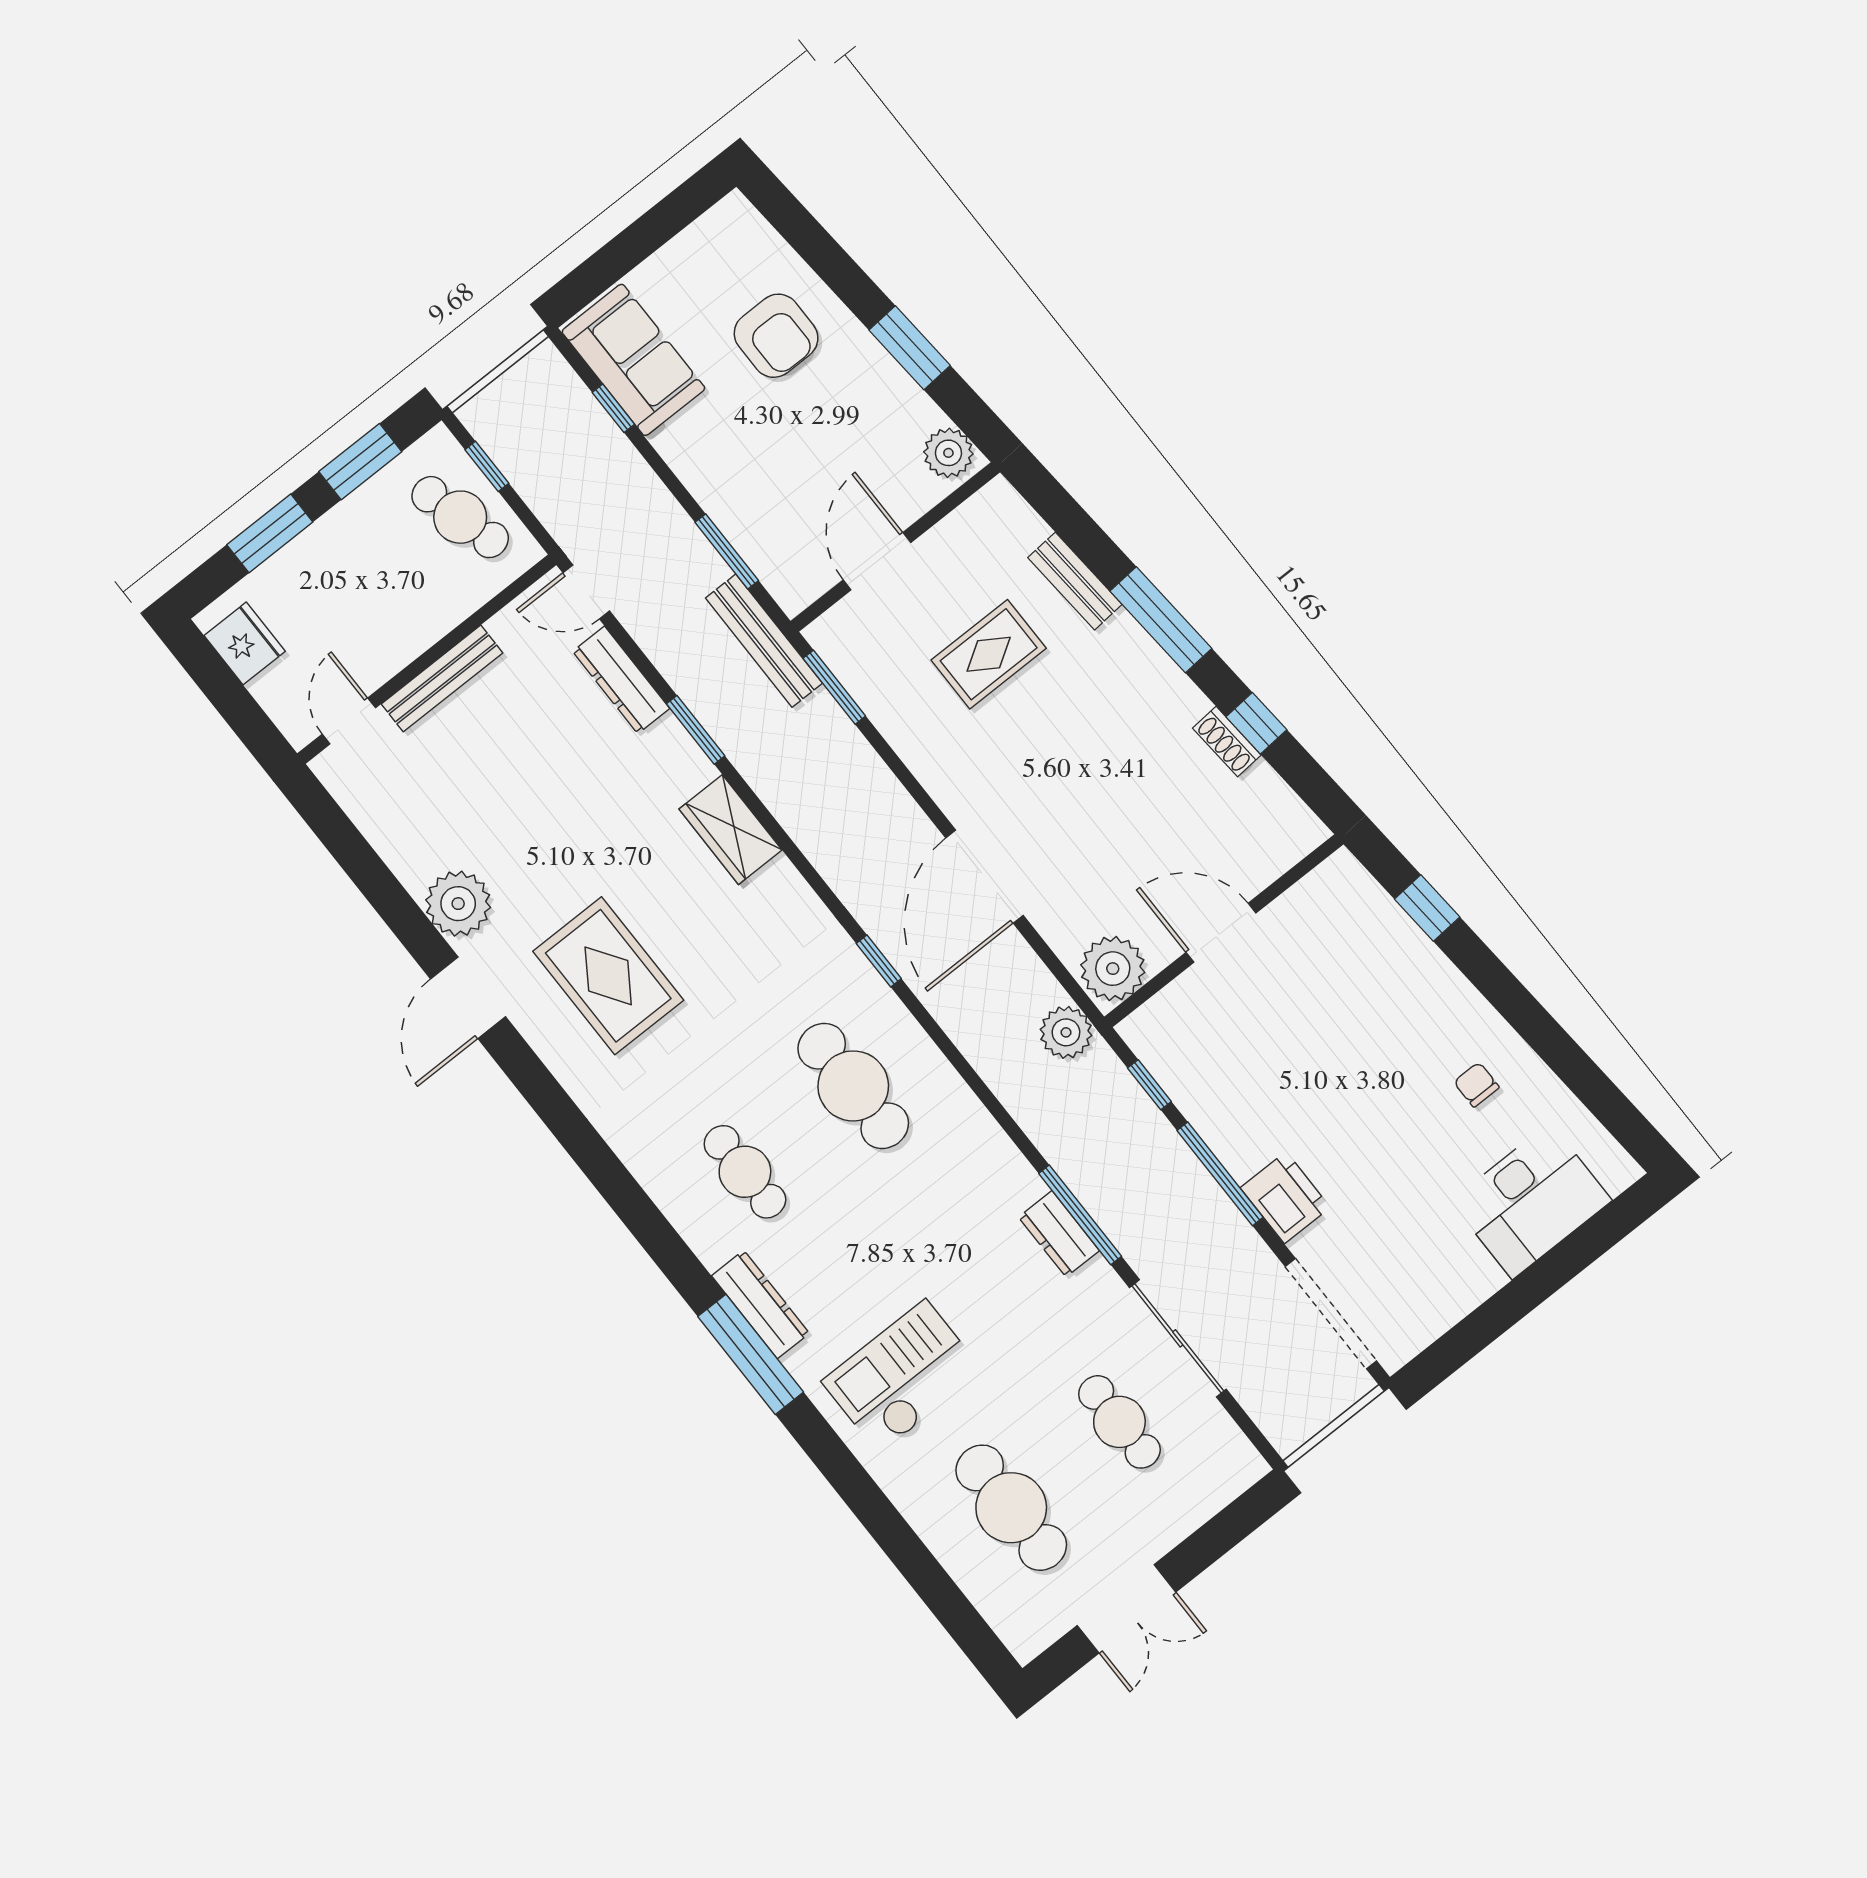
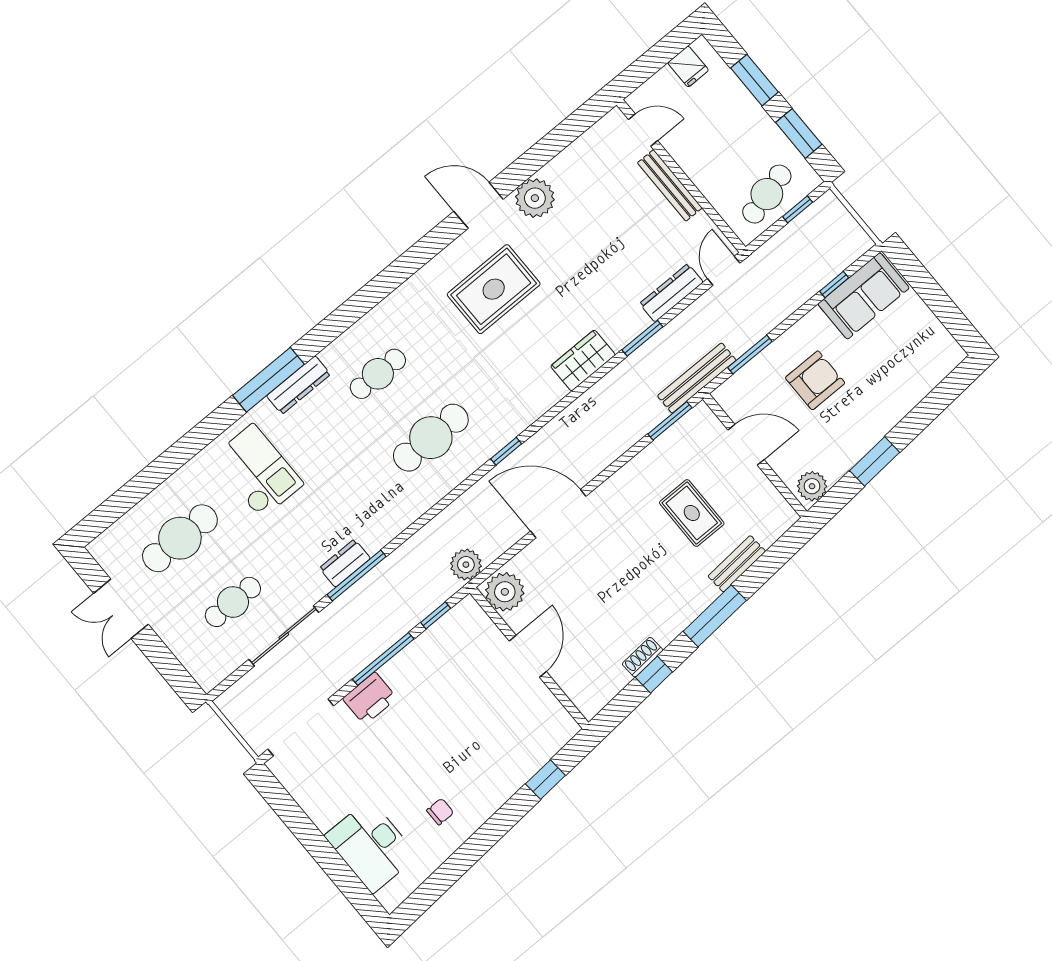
armchair: (776, 336) -> (815, 380), moved, turned 180
fridge: (245, 643) -> (688, 66), width x0.72

